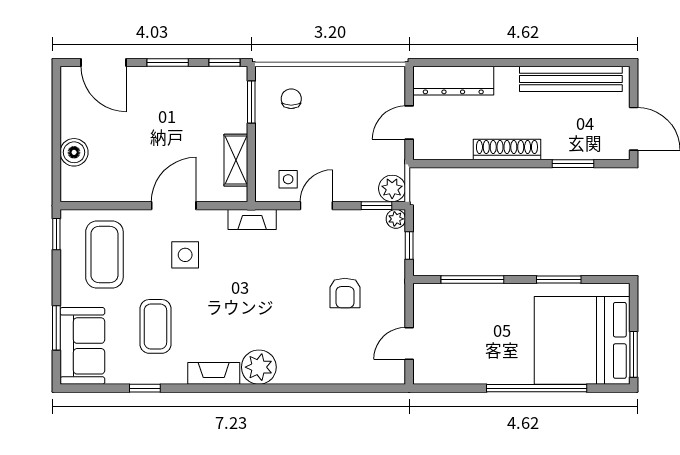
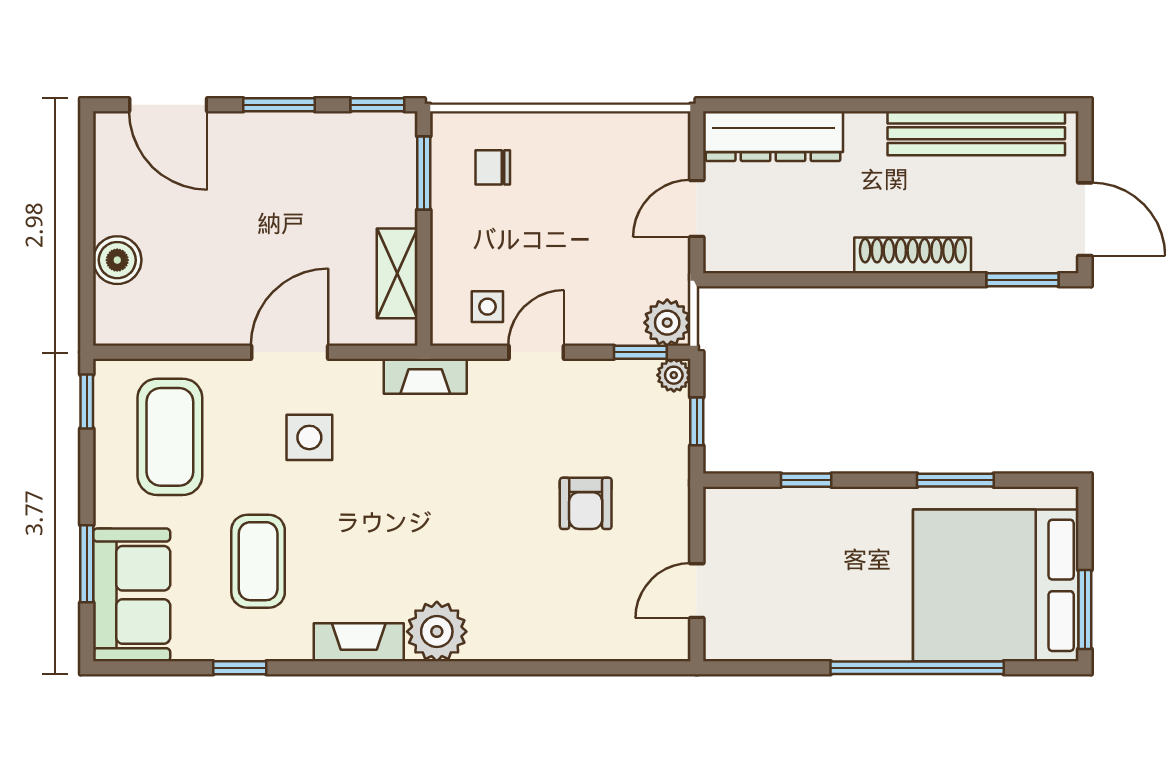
chair: (291, 99) -> (493, 167), turned -90
shoe rack: (507, 150) -> (913, 255), moved
window: (573, 164) -> (1022, 280), moved
window: (472, 280) -> (806, 480), width x0.46

